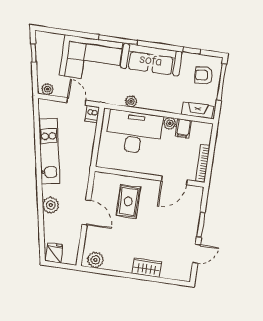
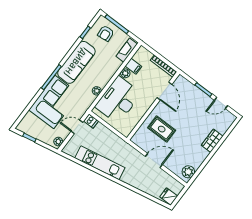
plant: (51, 205) -> (136, 181), removed
door: (197, 254) -> (221, 103), swing flipped

